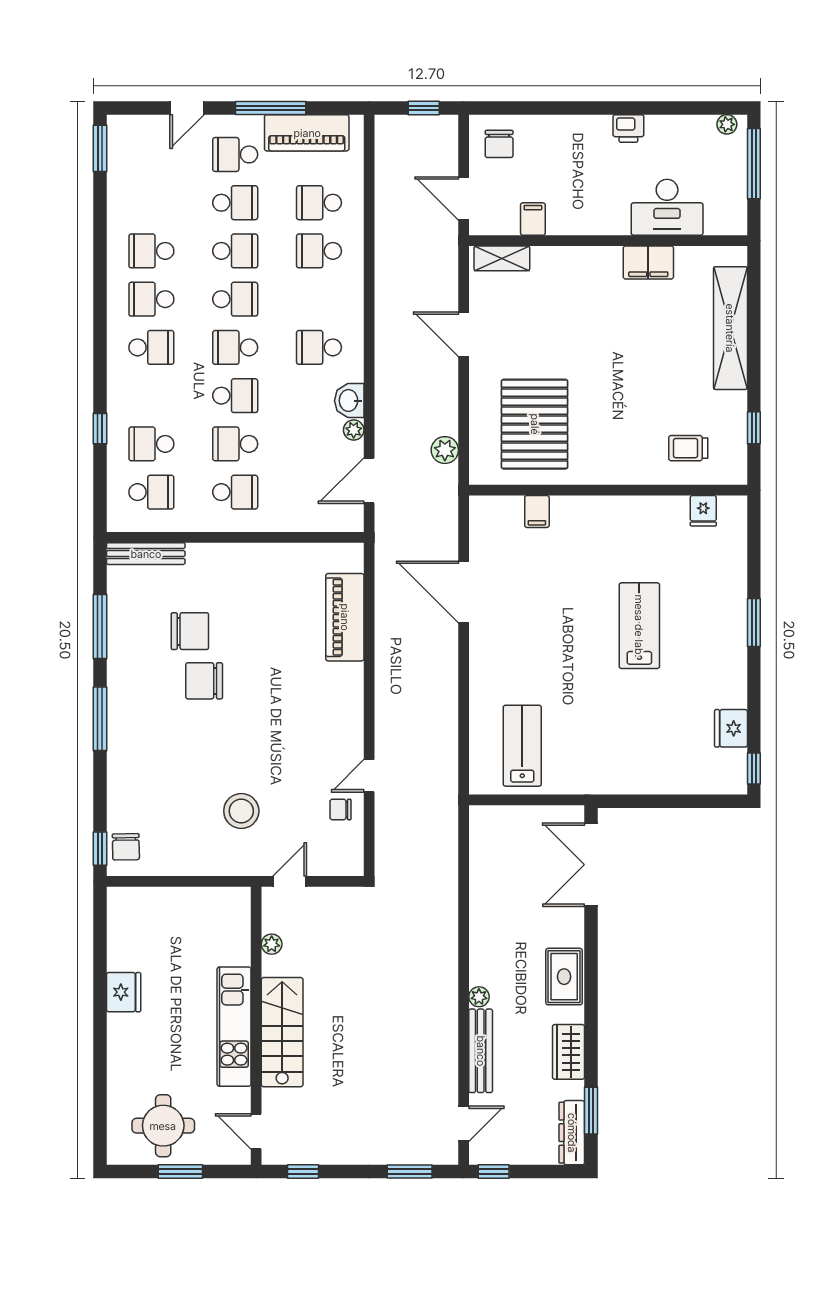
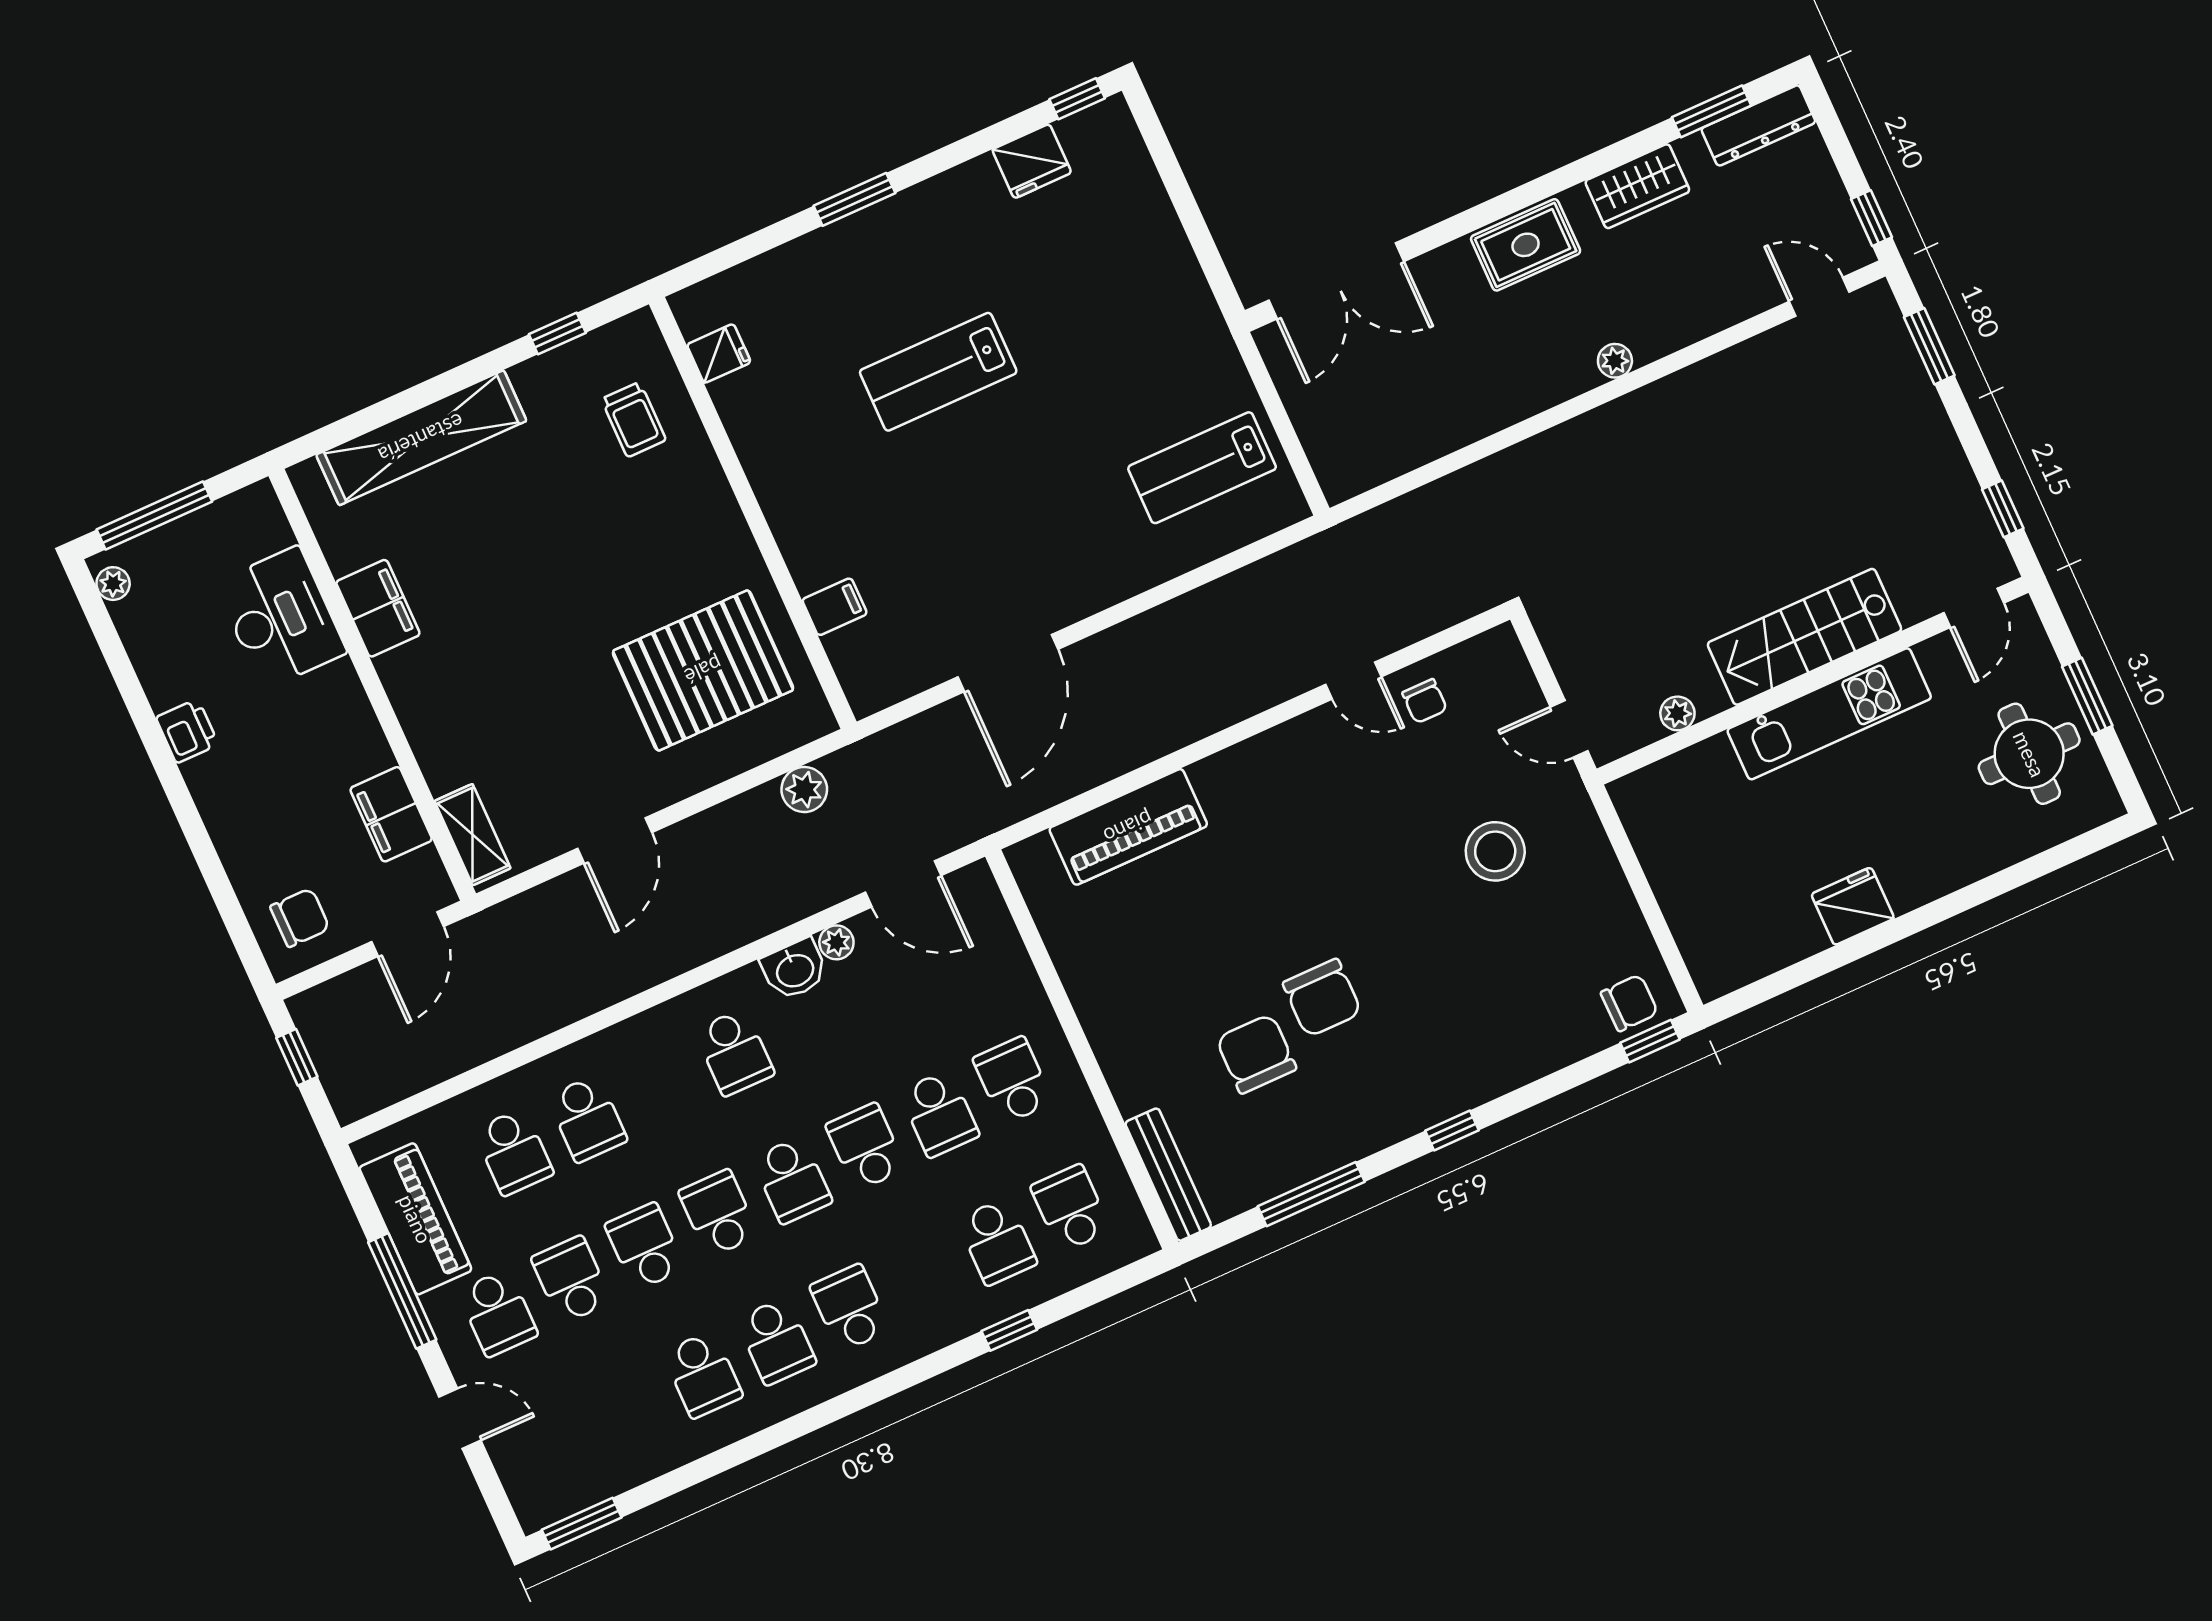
filing cabinet: (533, 219) -> (391, 814), width x2.00
window: (100, 719) -> (1452, 1131), width x0.46
bench: (481, 1051) -> (1696, 321), removed

